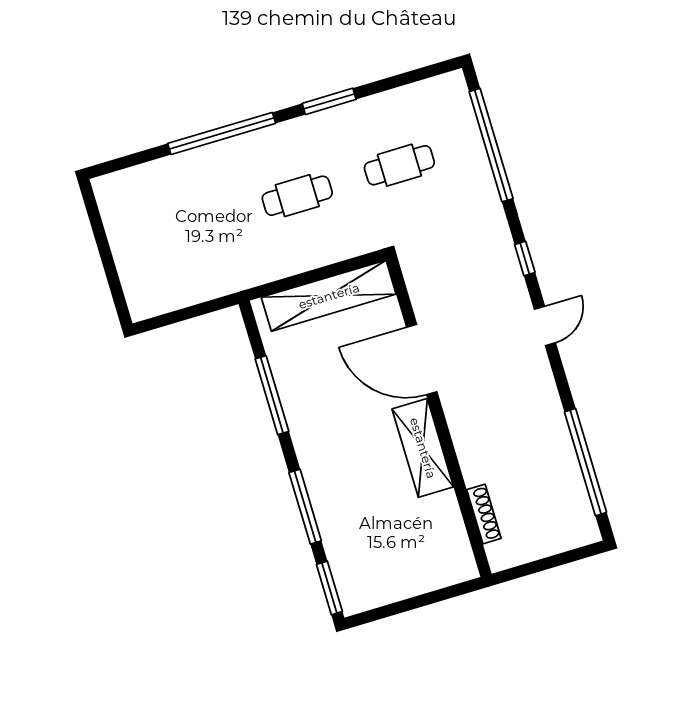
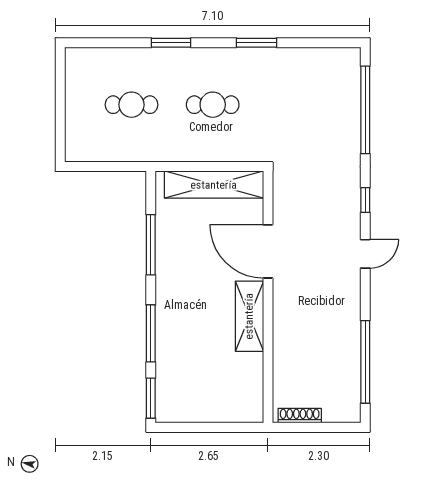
window: (222, 133) -> (171, 43), width x0.47
cafe table: (399, 165) -> (132, 105), moved
shoe rack: (484, 514) -> (300, 416), moved, turned -90

